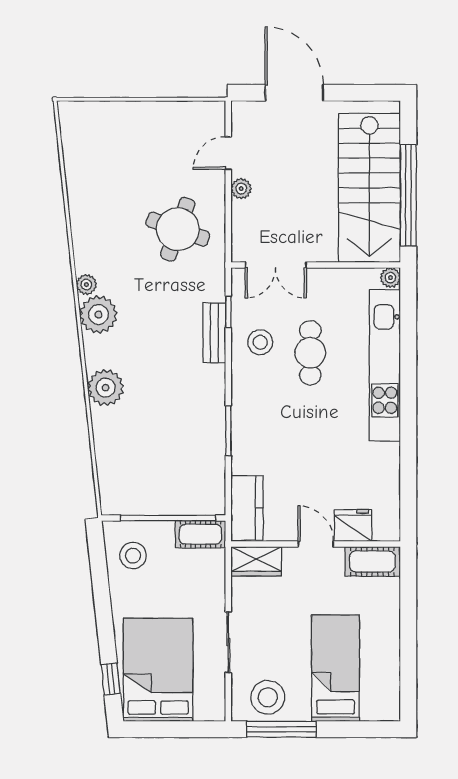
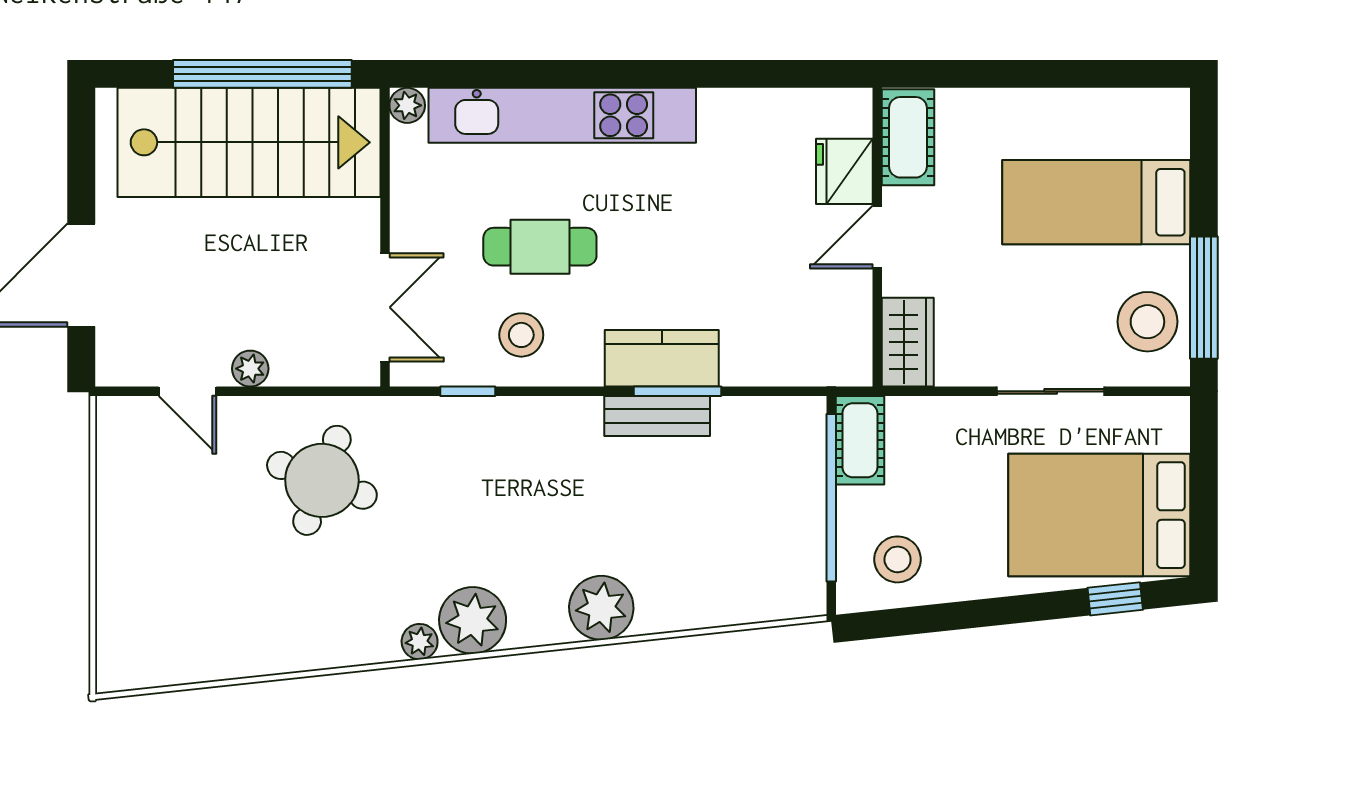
bench: (214, 333) -> (657, 416), moved
kitchen counter: (247, 508) -> (662, 358), moved

